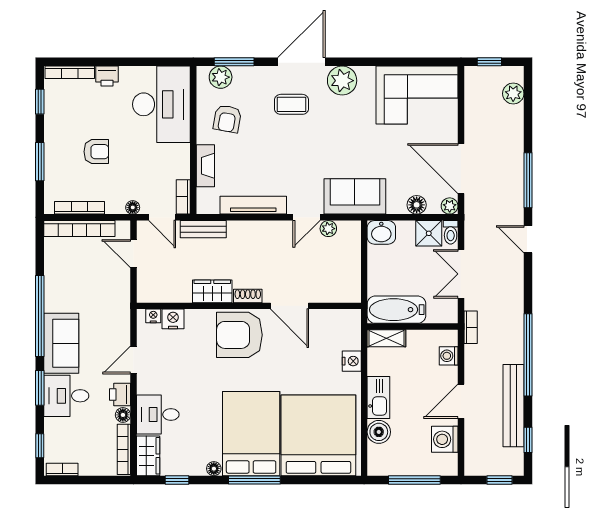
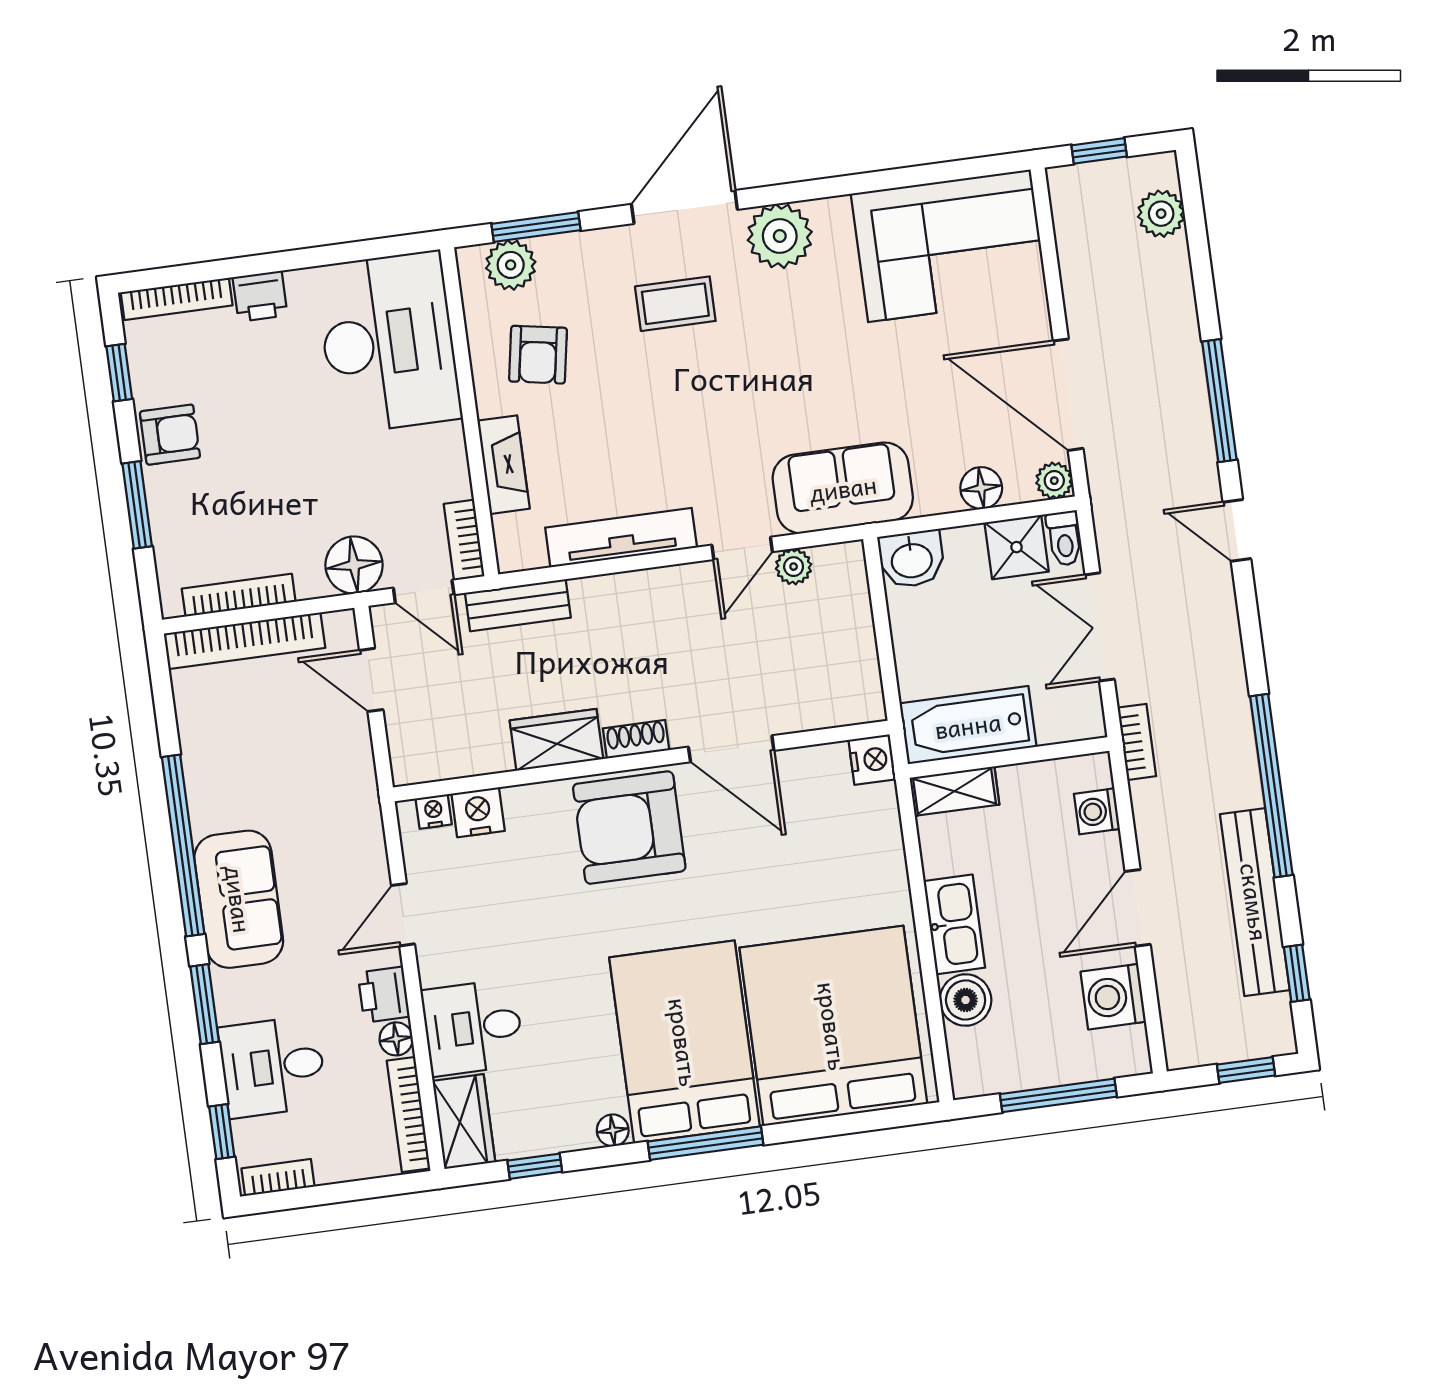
armchair: (96, 152) -> (170, 435), moved
floor lamp: (133, 207) -> (354, 565), width x1.89, depth x1.89
nightstand: (352, 361) -> (872, 760), moved
desk: (66, 396) -> (273, 1067), moved

